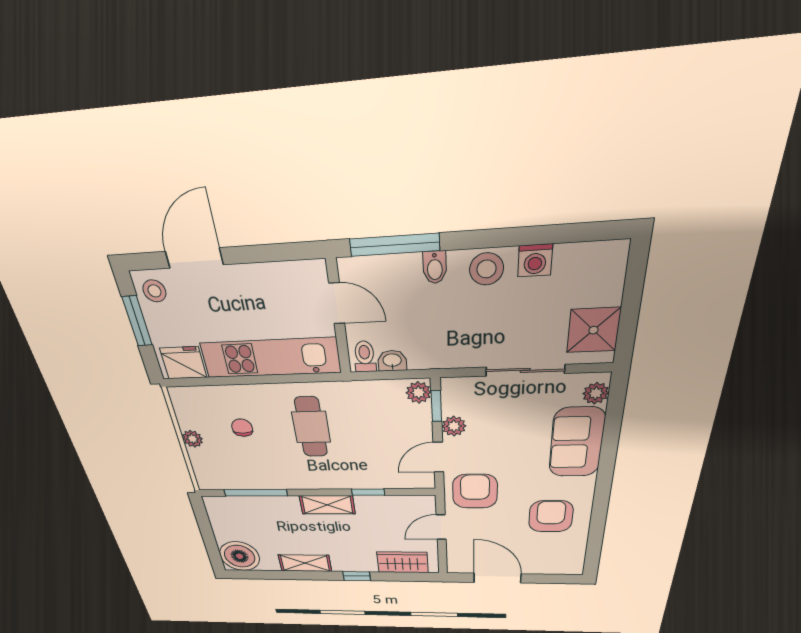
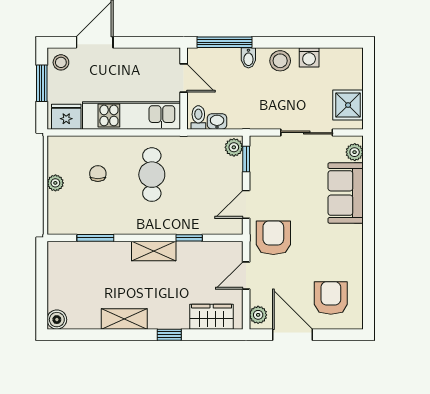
plant: (454, 426) -> (258, 315), moved
window: (256, 493) -> (95, 238), width x0.69
armchair: (551, 516) -> (331, 298), moved
boiler: (240, 556) -> (57, 320), width x0.54, depth x0.54

